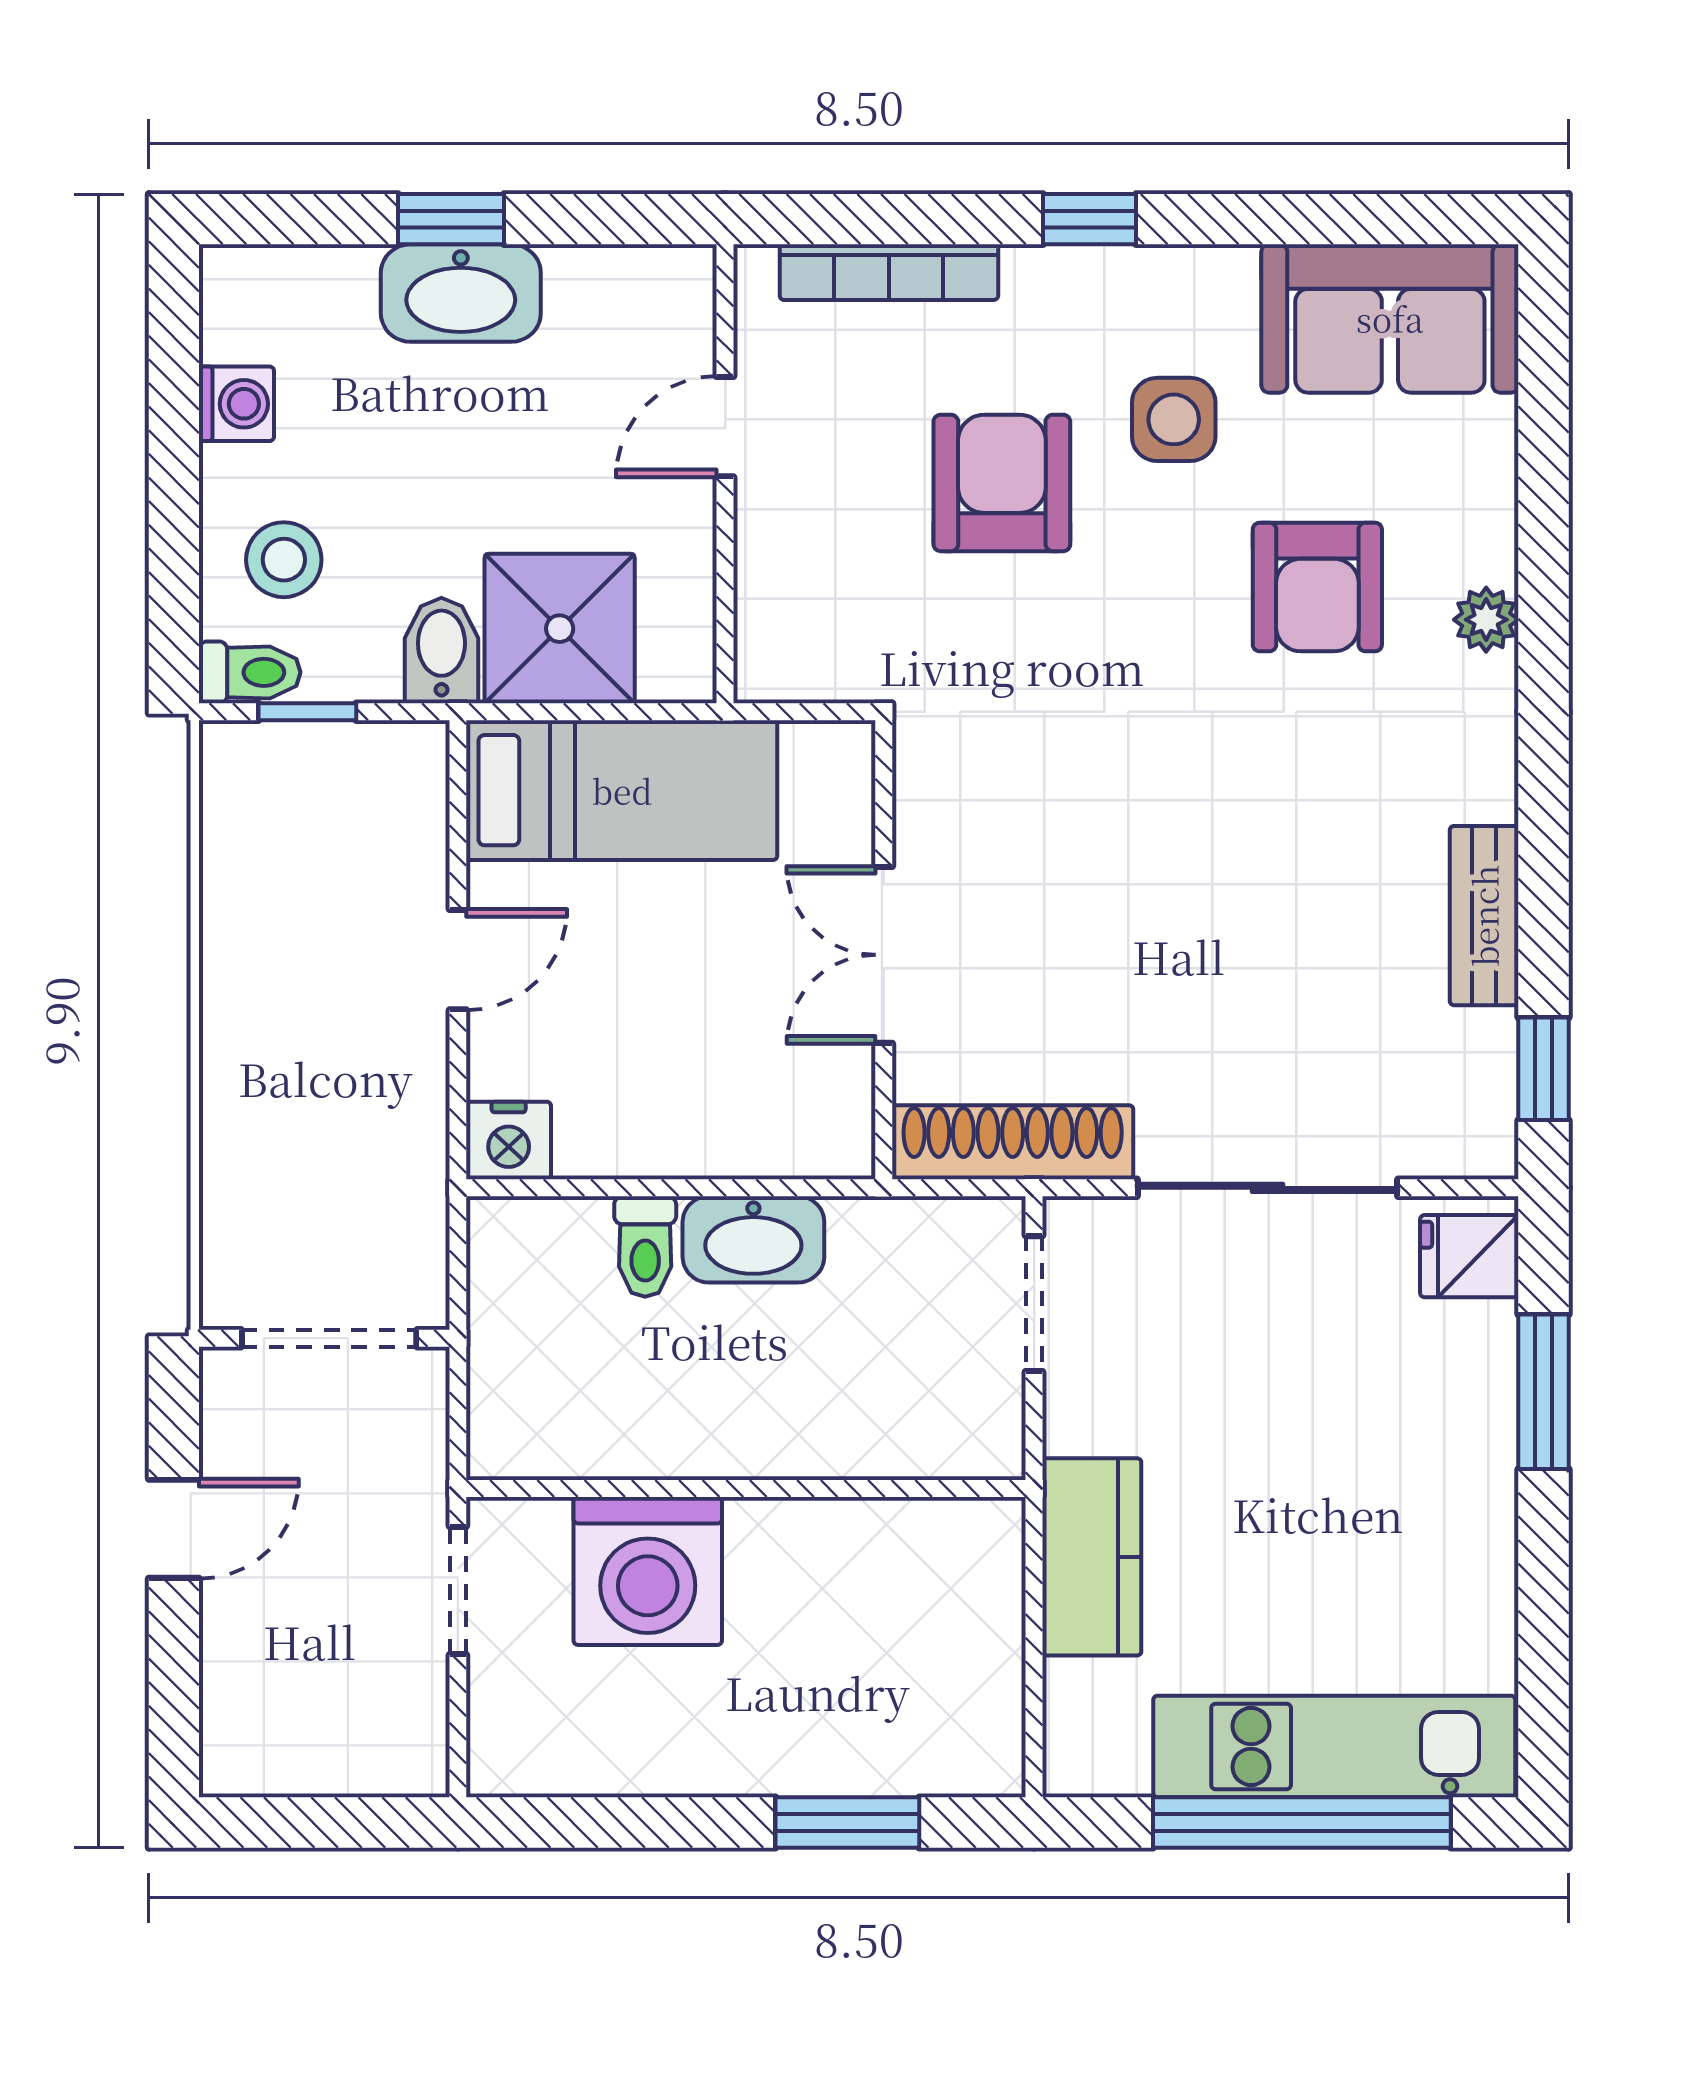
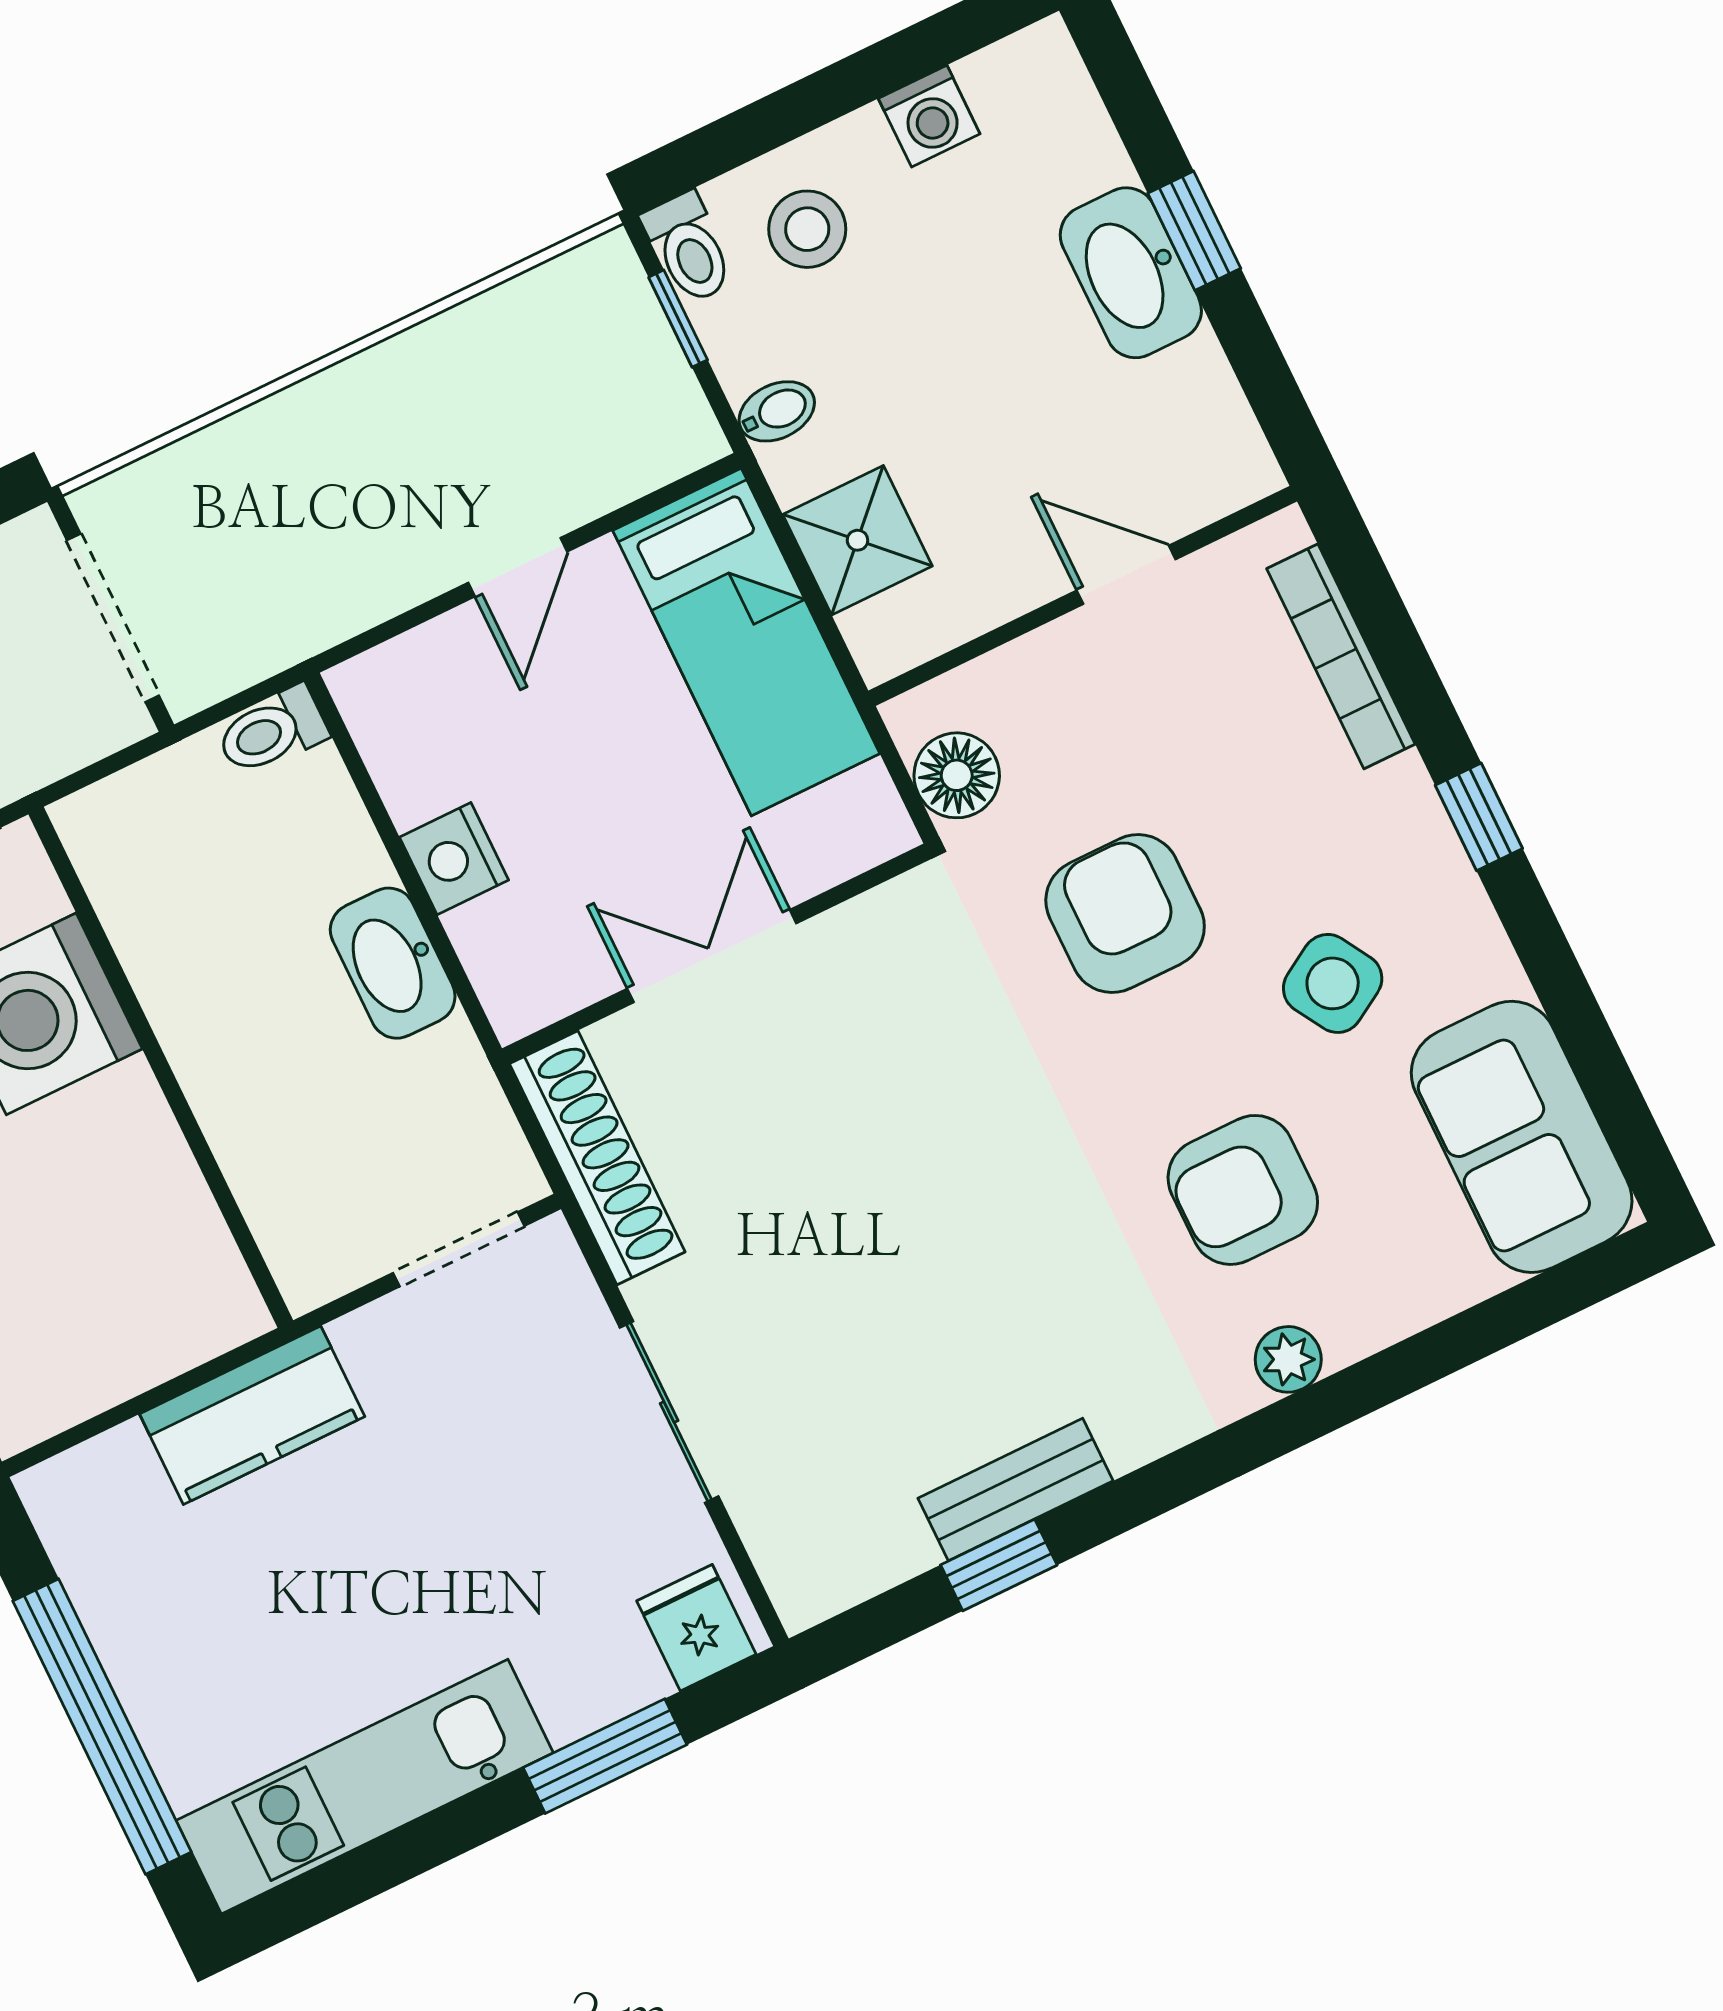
side table: (1174, 419) -> (1333, 983), turned -31
armchair: (1002, 483) -> (1125, 914), moved, turned -90
shower: (560, 629) -> (857, 540), width x0.73, depth x0.73
bidet: (441, 651) -> (777, 411), width x0.72, depth x0.74
floor lamp: (829, 662) -> (957, 775), added
door: (458, 960) -> (518, 567), hinge flipped
window: (1543, 1069) -> (999, 1565), moved
nightstand: (509, 1141) -> (454, 859), moved
sliding door: (1267, 1188) -> (669, 1412), width x0.73
toilet: (645, 1247) -> (272, 731), moved
kitchen unit: (1334, 1746) -> (365, 1787), moved, turned -90

